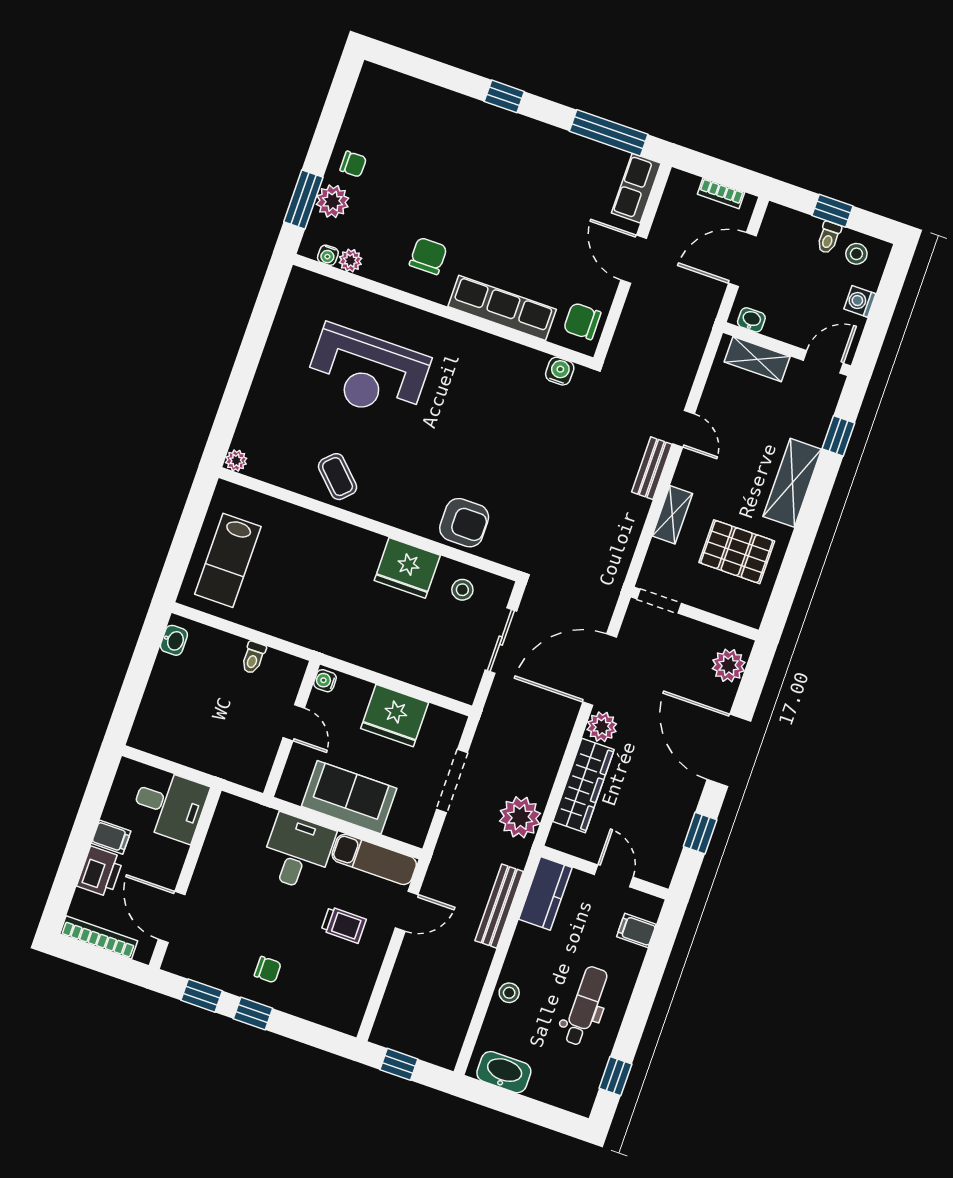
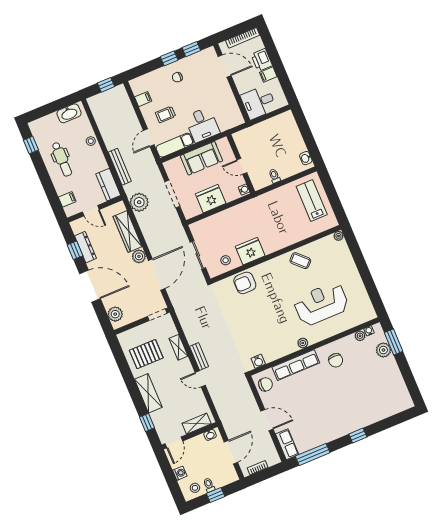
chair: (353, 164) -> (388, 368), removed
plant: (457, 335) -> (303, 343), added
dresser: (678, 823) -> (85, 247), added
filing cabinet: (358, 984) -> (143, 99), added

